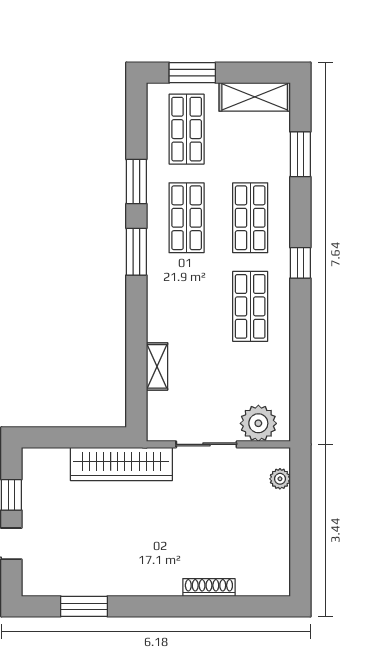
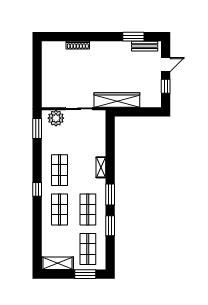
window: (300, 154) -> (37, 129), moved
shelving: (157, 366) -> (101, 167), moved
plant: (280, 479) -> (46, 93), removed
bench: (59, 585) -> (145, 46), added

